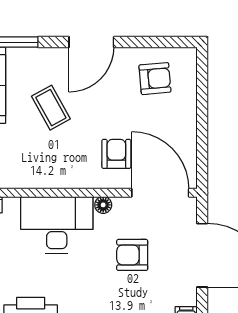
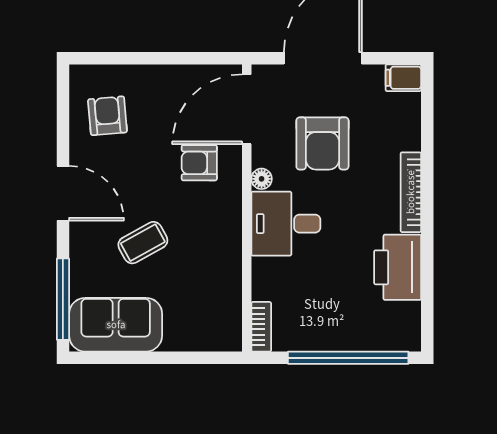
desk: (57, 225) -> (286, 224), width x0.73
armchair: (132, 255) -> (322, 143), width x1.38, depth x1.38

